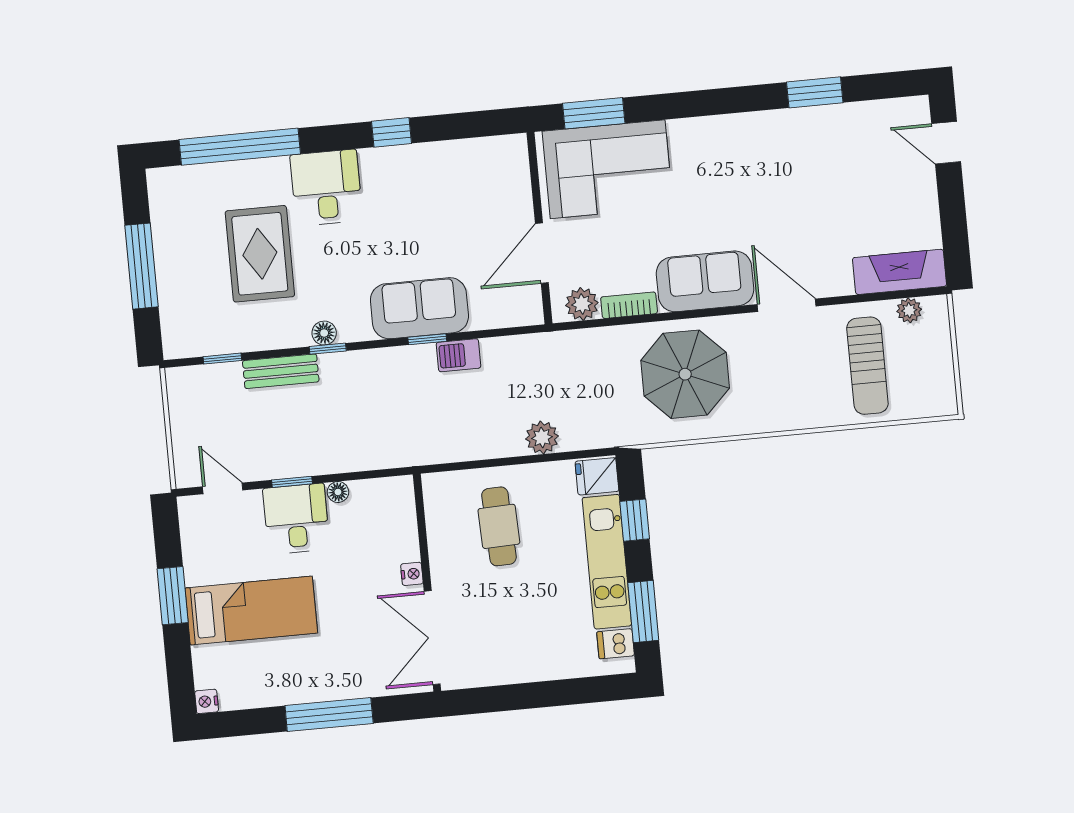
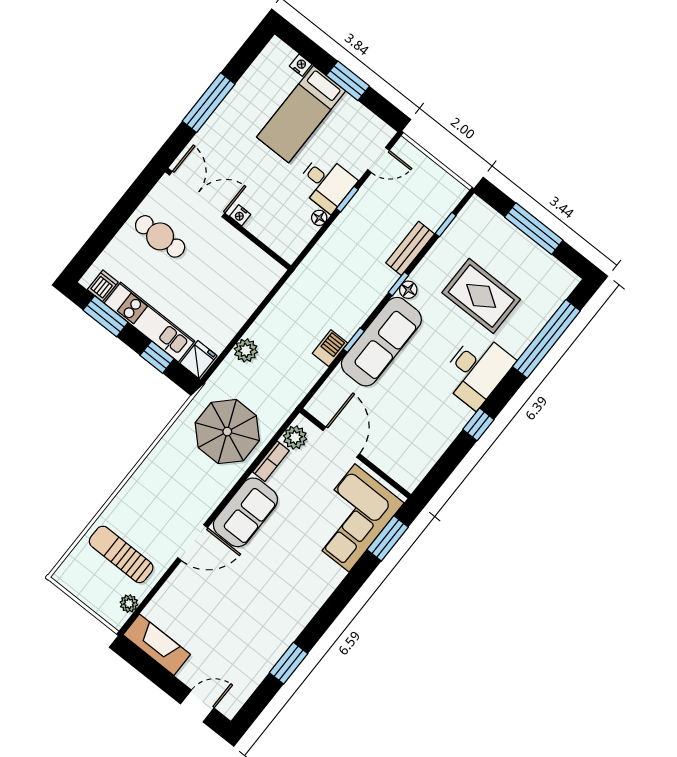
desk: (326, 188) -> (477, 370), width x1.37
fireplace: (900, 272) -> (157, 645), moved, turned -90
sofa: (419, 308) -> (381, 342), width x1.36
parasol: (685, 374) -> (227, 432), moved
cafe table: (499, 526) -> (160, 236), moved
nightstand: (207, 701) -> (301, 65), moved

